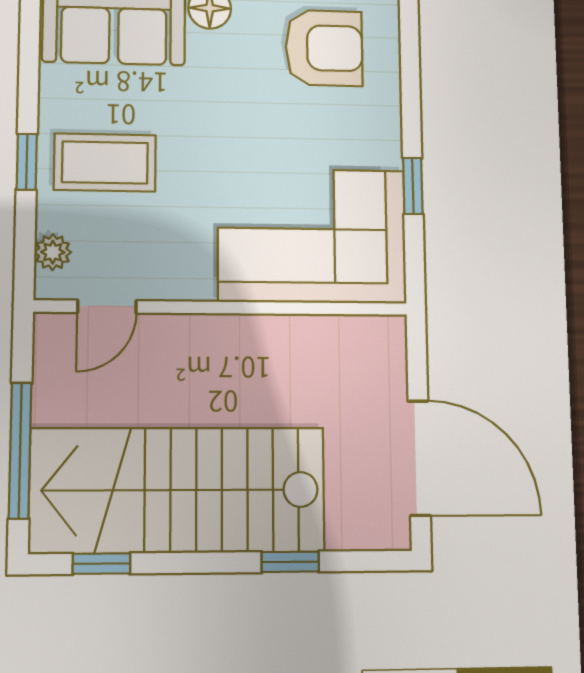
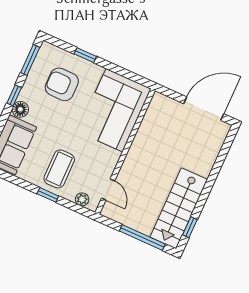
armchair: (324, 48) -> (62, 84), moved, turned -90
window: (413, 186) -> (85, 55), moved
stairs: (178, 490) -> (179, 208), width x0.73, depth x0.66
window: (290, 562) -> (217, 167), removed

